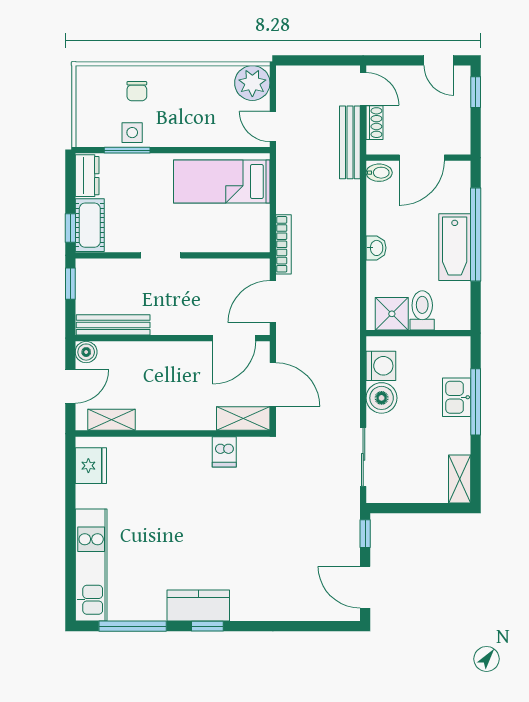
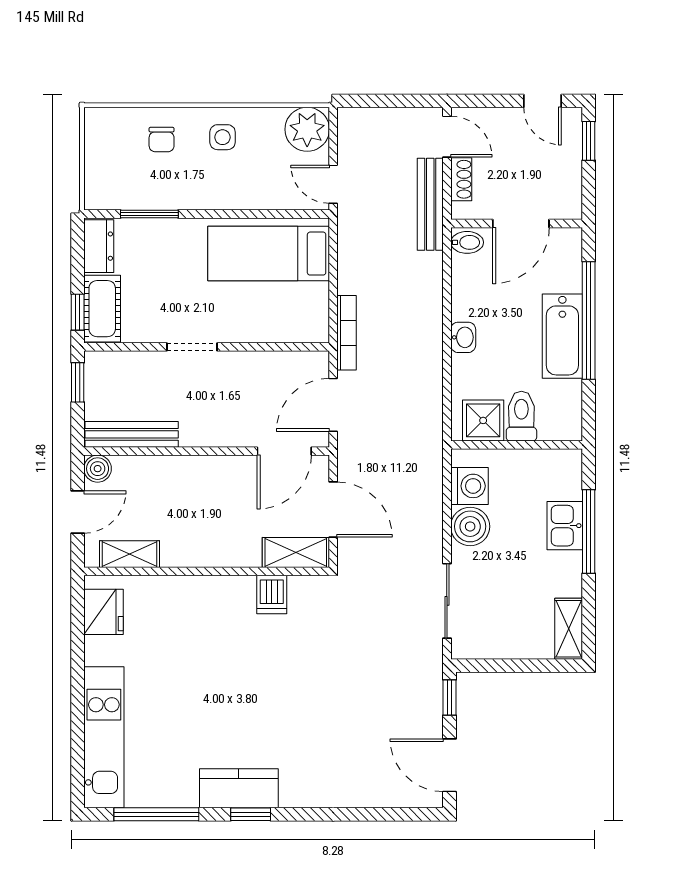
side table: (132, 133) -> (223, 137), moved

